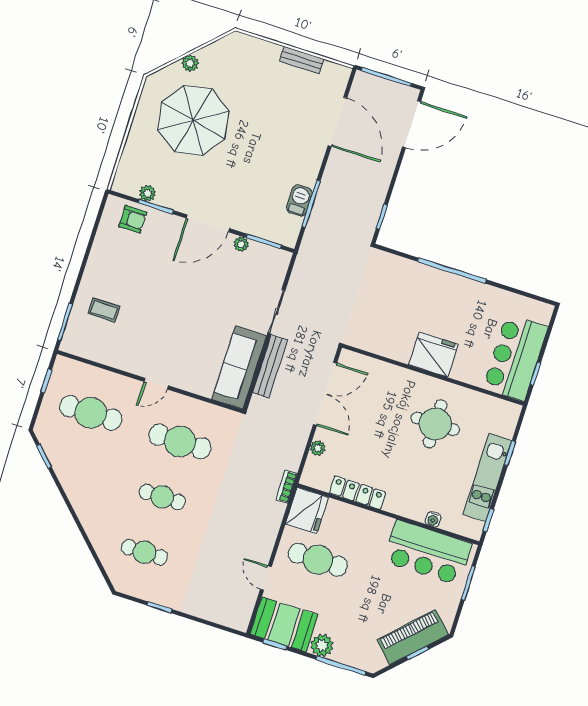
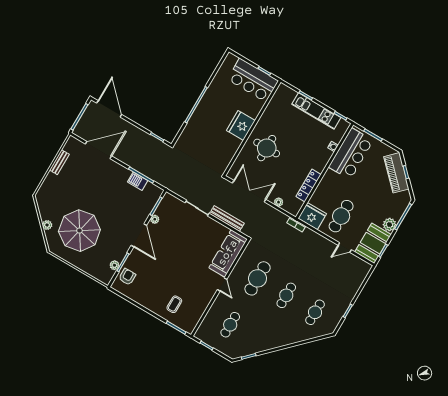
sofa: (239, 367) -> (228, 253), moved, turned 90
cafe table: (91, 413) -> (230, 325), width x0.73, depth x0.74
round table: (435, 424) -> (267, 148), moved

